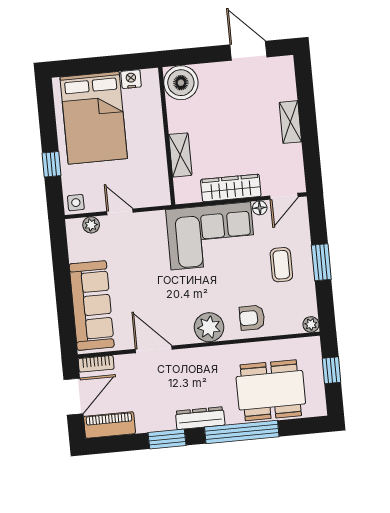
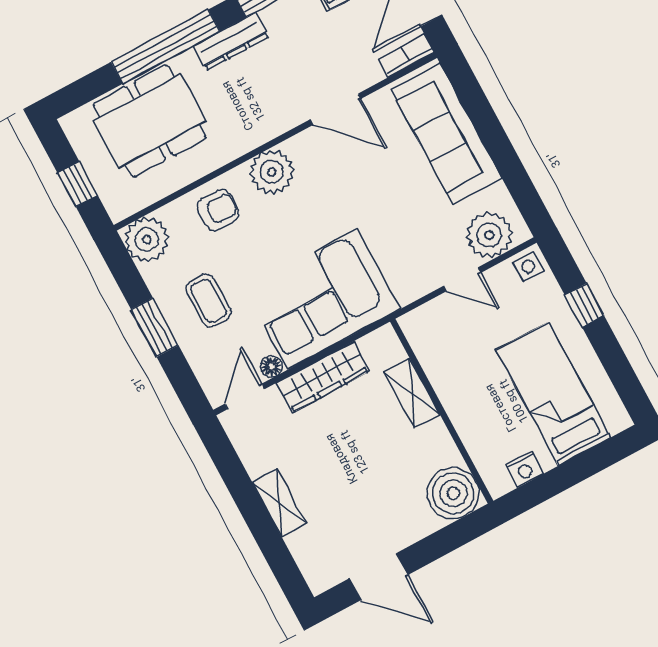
bed: (94, 118) -> (553, 394), width x0.67
plant: (91, 225) -> (489, 235), width x1.88, depth x1.88
plant: (311, 324) -> (147, 240), width x1.87, depth x1.87

